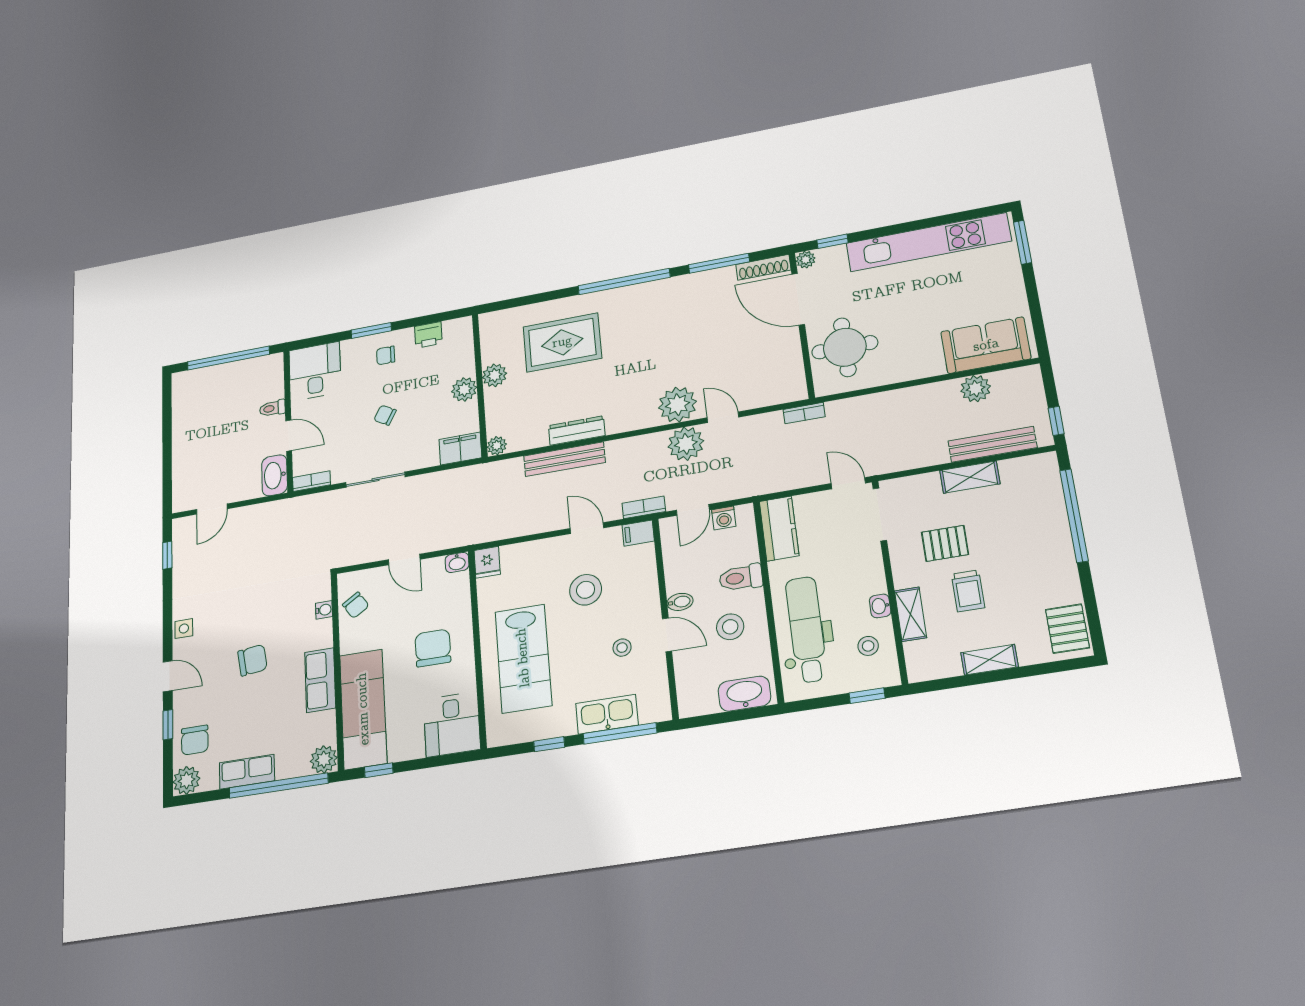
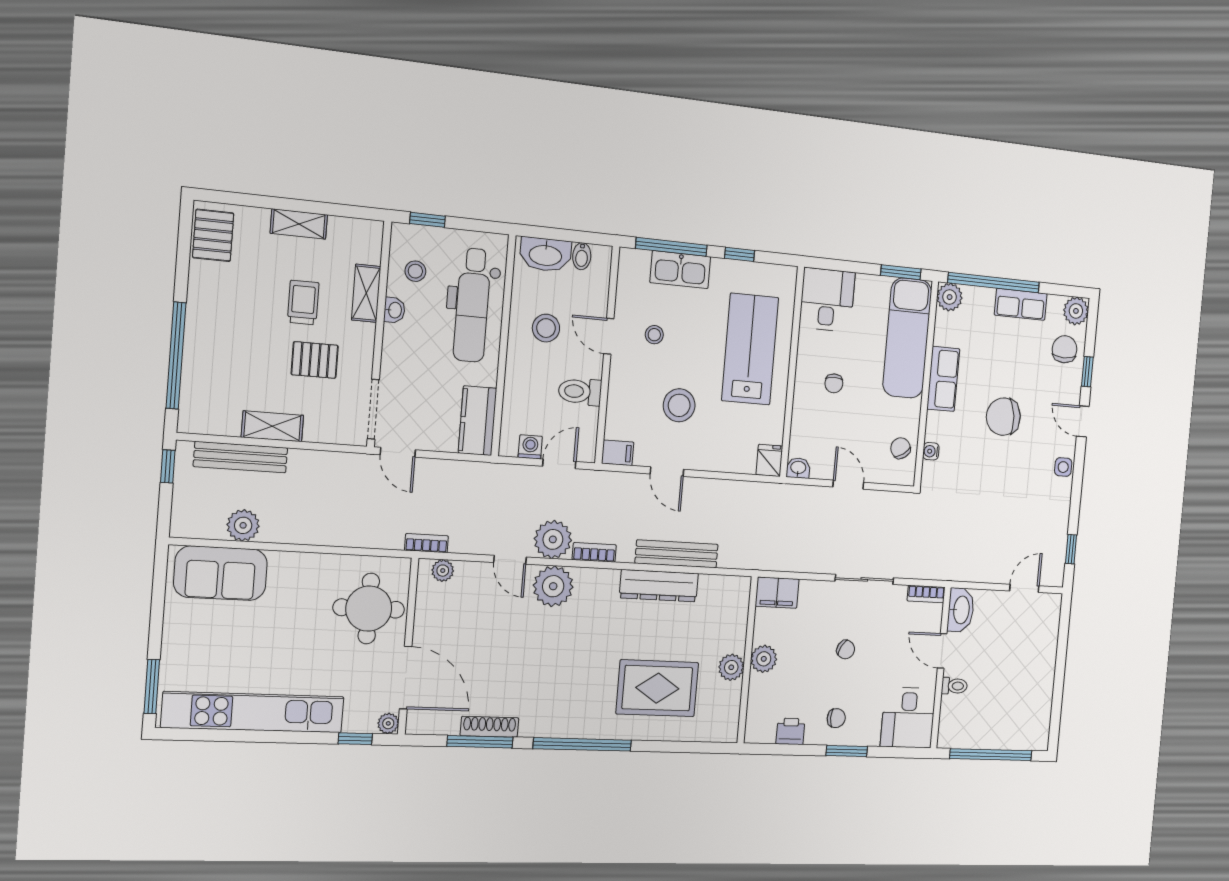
shoe rack: (763, 267) -> (490, 727), moved
dresser: (577, 431) -> (659, 586), width x1.37, depth x1.24
plant: (497, 446) -> (443, 571), moved
bookcase: (644, 507) -> (594, 552), moved, turned 180
toilet: (741, 578) -> (580, 392), moved, turned 180
bidet: (680, 602) -> (582, 256), moved, turned -90
chair: (433, 648) -> (834, 383), width x0.54, depth x0.54
chair: (252, 660) -> (1003, 417), width x1.37, depth x1.37
window: (379, 770) -> (901, 272), width x1.50

